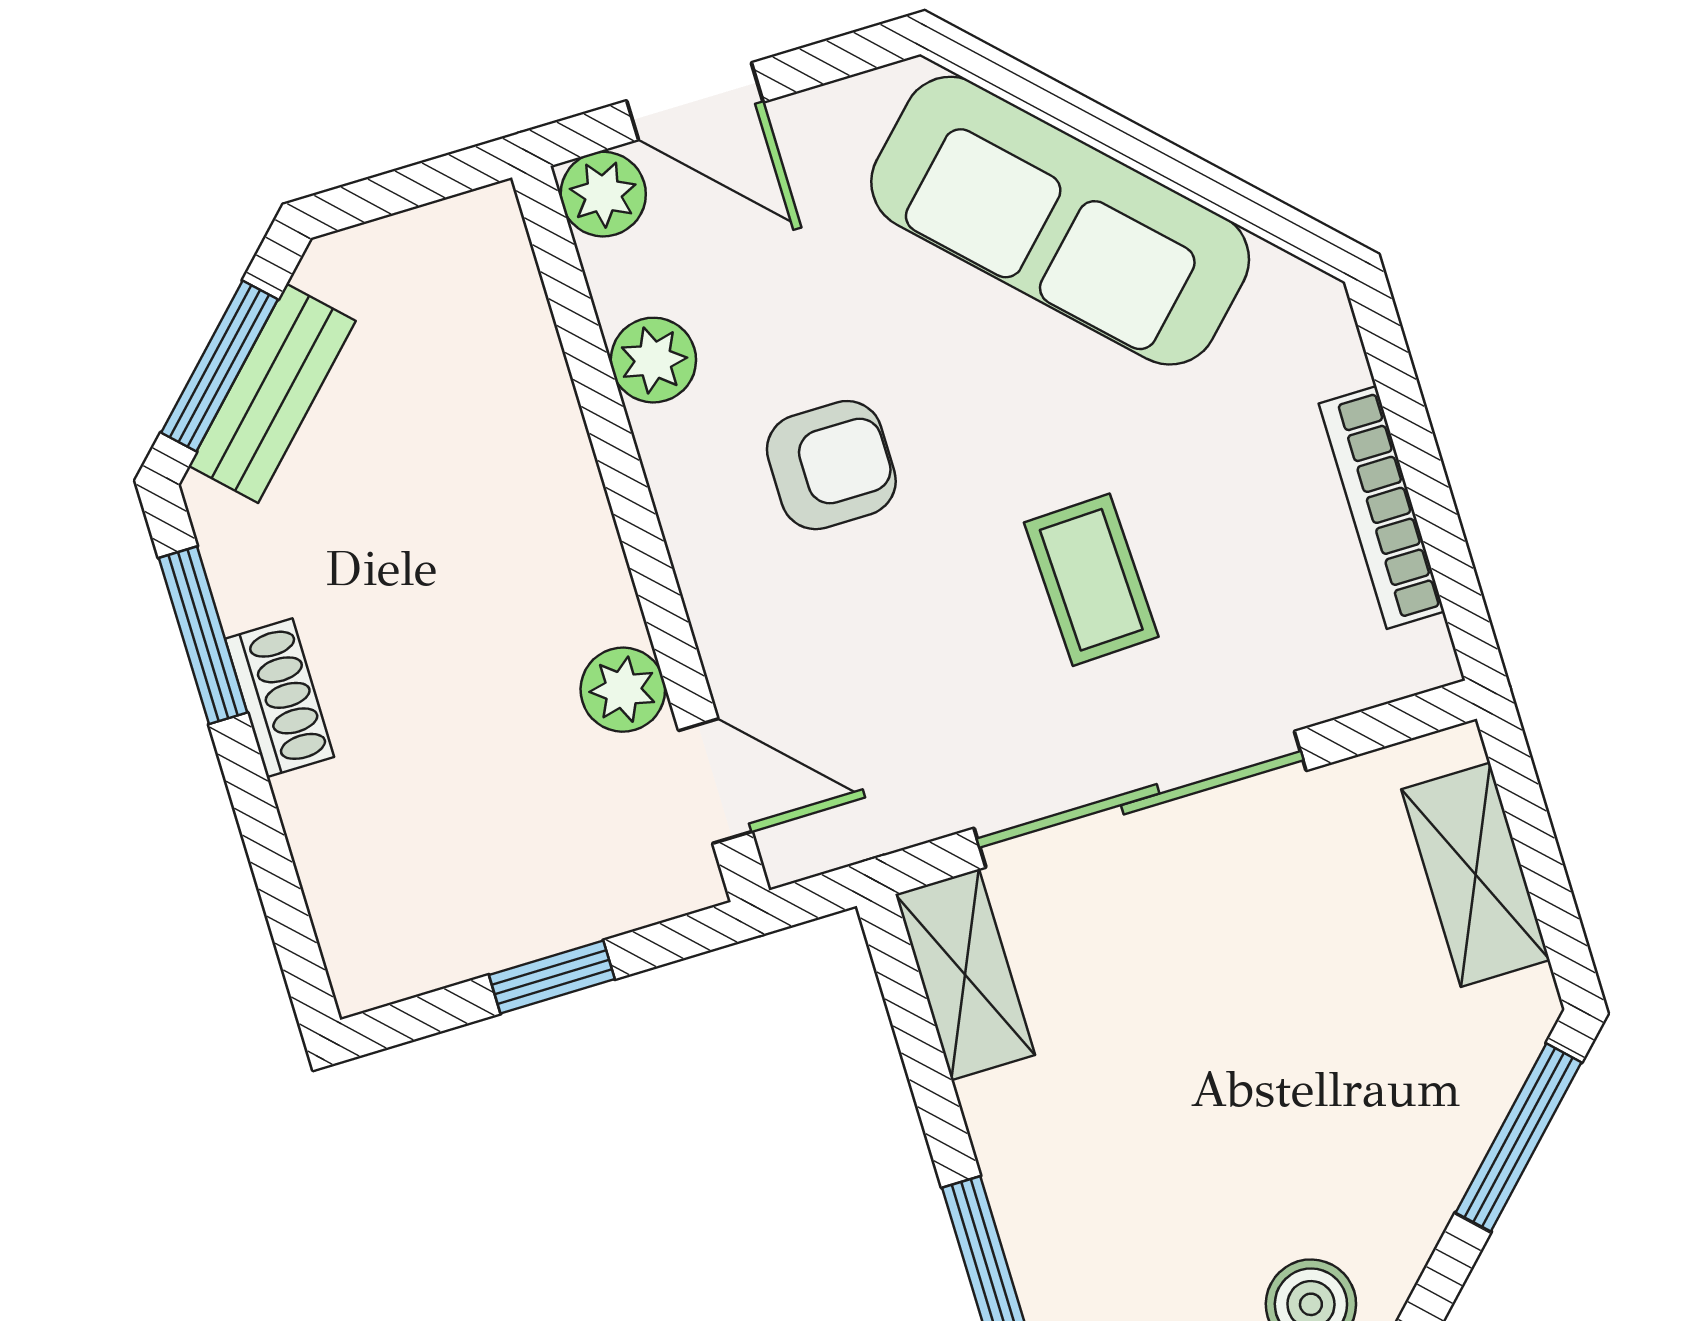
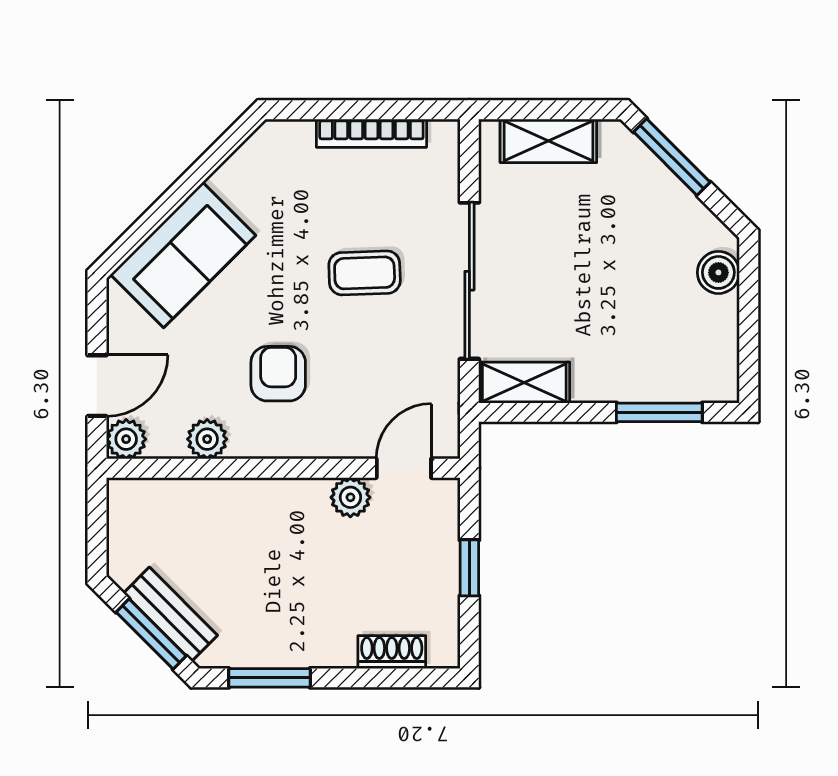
sofa: (1060, 221) -> (183, 255), width x0.73
shoe rack: (279, 698) -> (392, 652), moved

